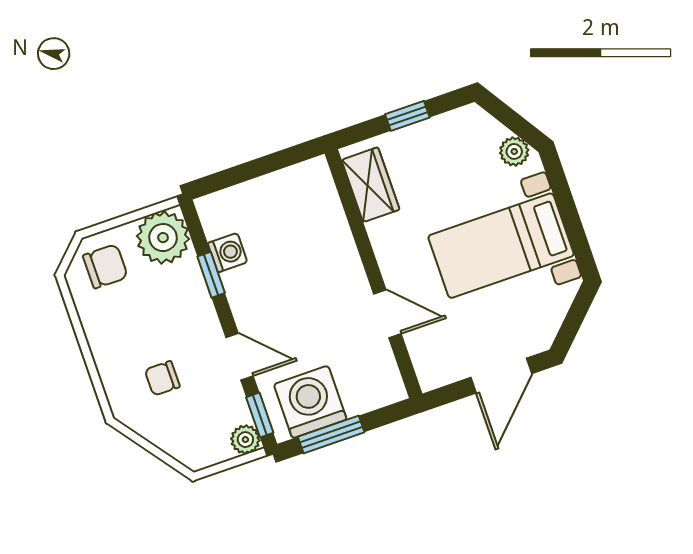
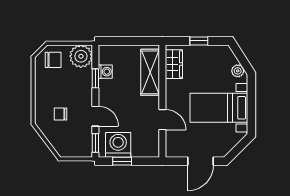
shelving: (325, 220) -> (150, 72), added
window: (331, 434) -> (122, 161), width x0.67
plant: (245, 440) -> (86, 151), removed

